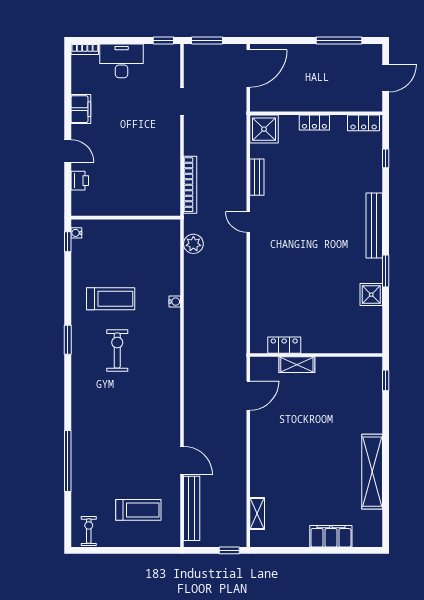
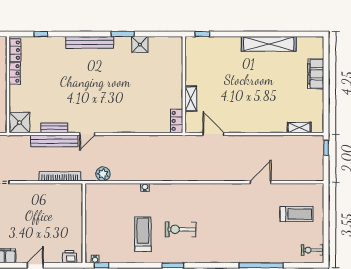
locker: (314, 123) -> (15, 73), moved
printer: (80, 181) -> (70, 257), moved
locker: (284, 345) -> (177, 121), moved
bench: (192, 508) -> (54, 141), moved
treadmill: (138, 510) -> (297, 214), turned 90

